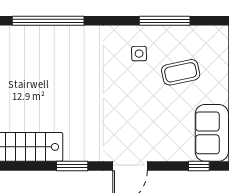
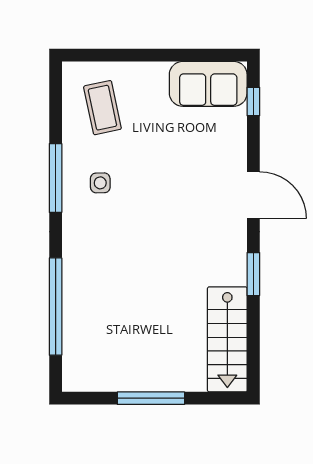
window: (165, 21) -> (56, 178), moved
coffee table: (181, 72) -> (102, 108), moved

